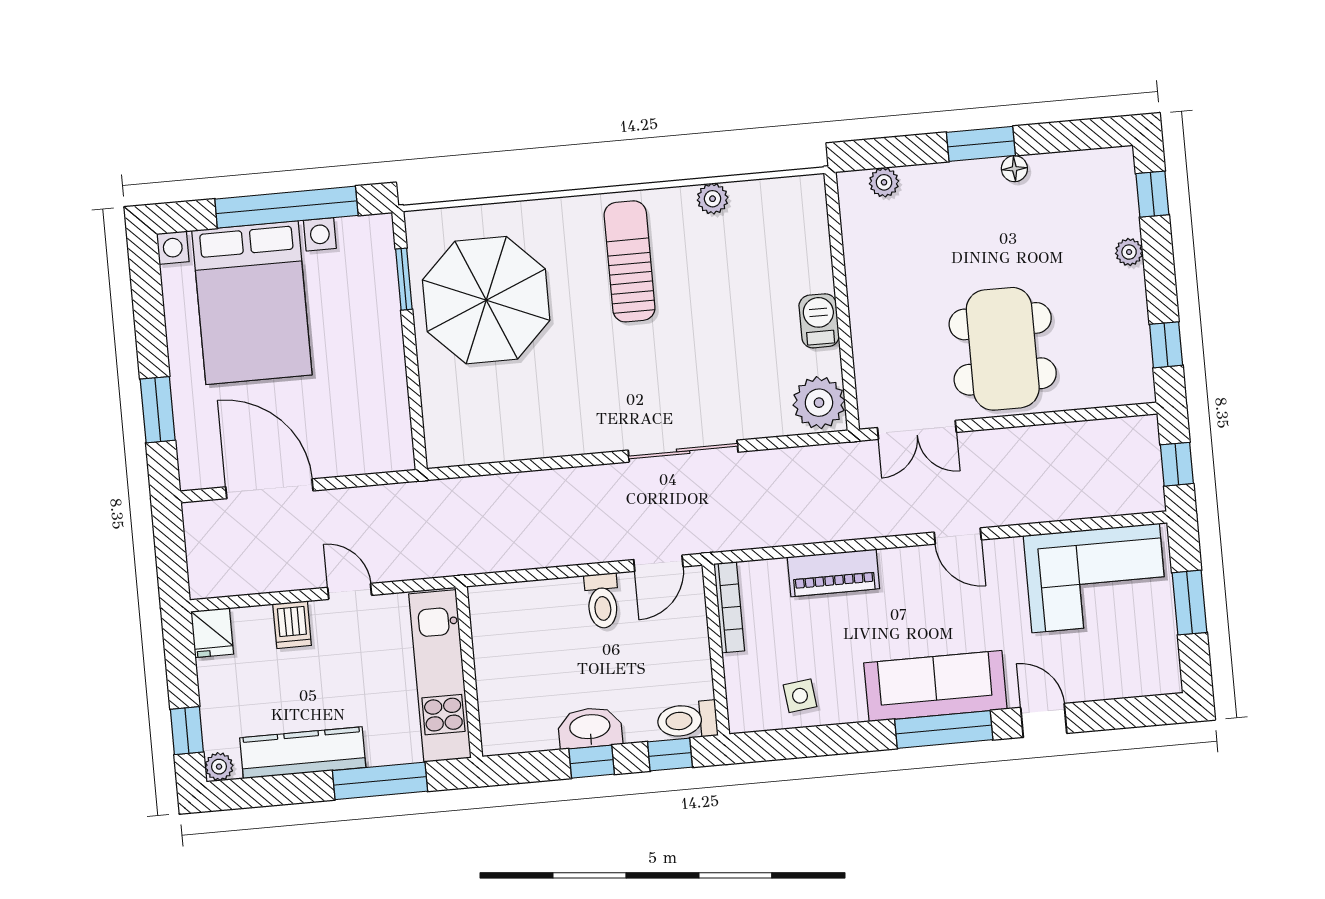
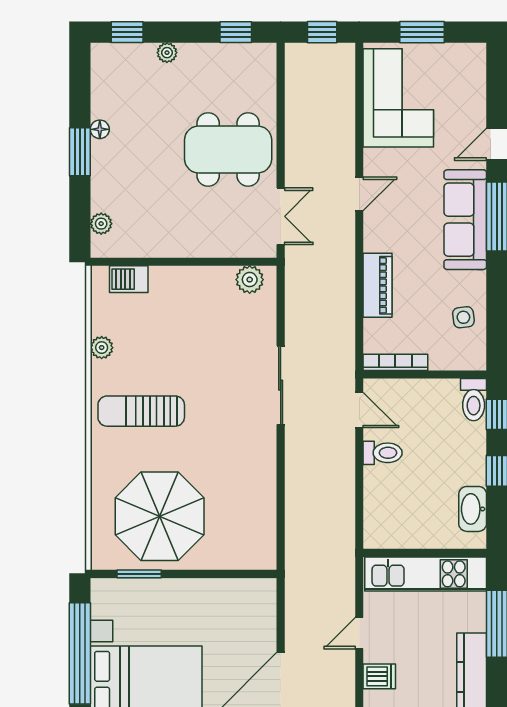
barbecue: (819, 321) -> (129, 279), moved
plant: (819, 403) -> (250, 280), width x0.73, depth x0.73
washbasin: (590, 728) -> (473, 509), moved

